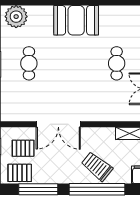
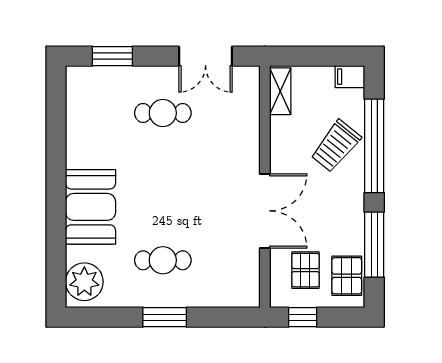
booth: (76, 20) -> (91, 207), moved

